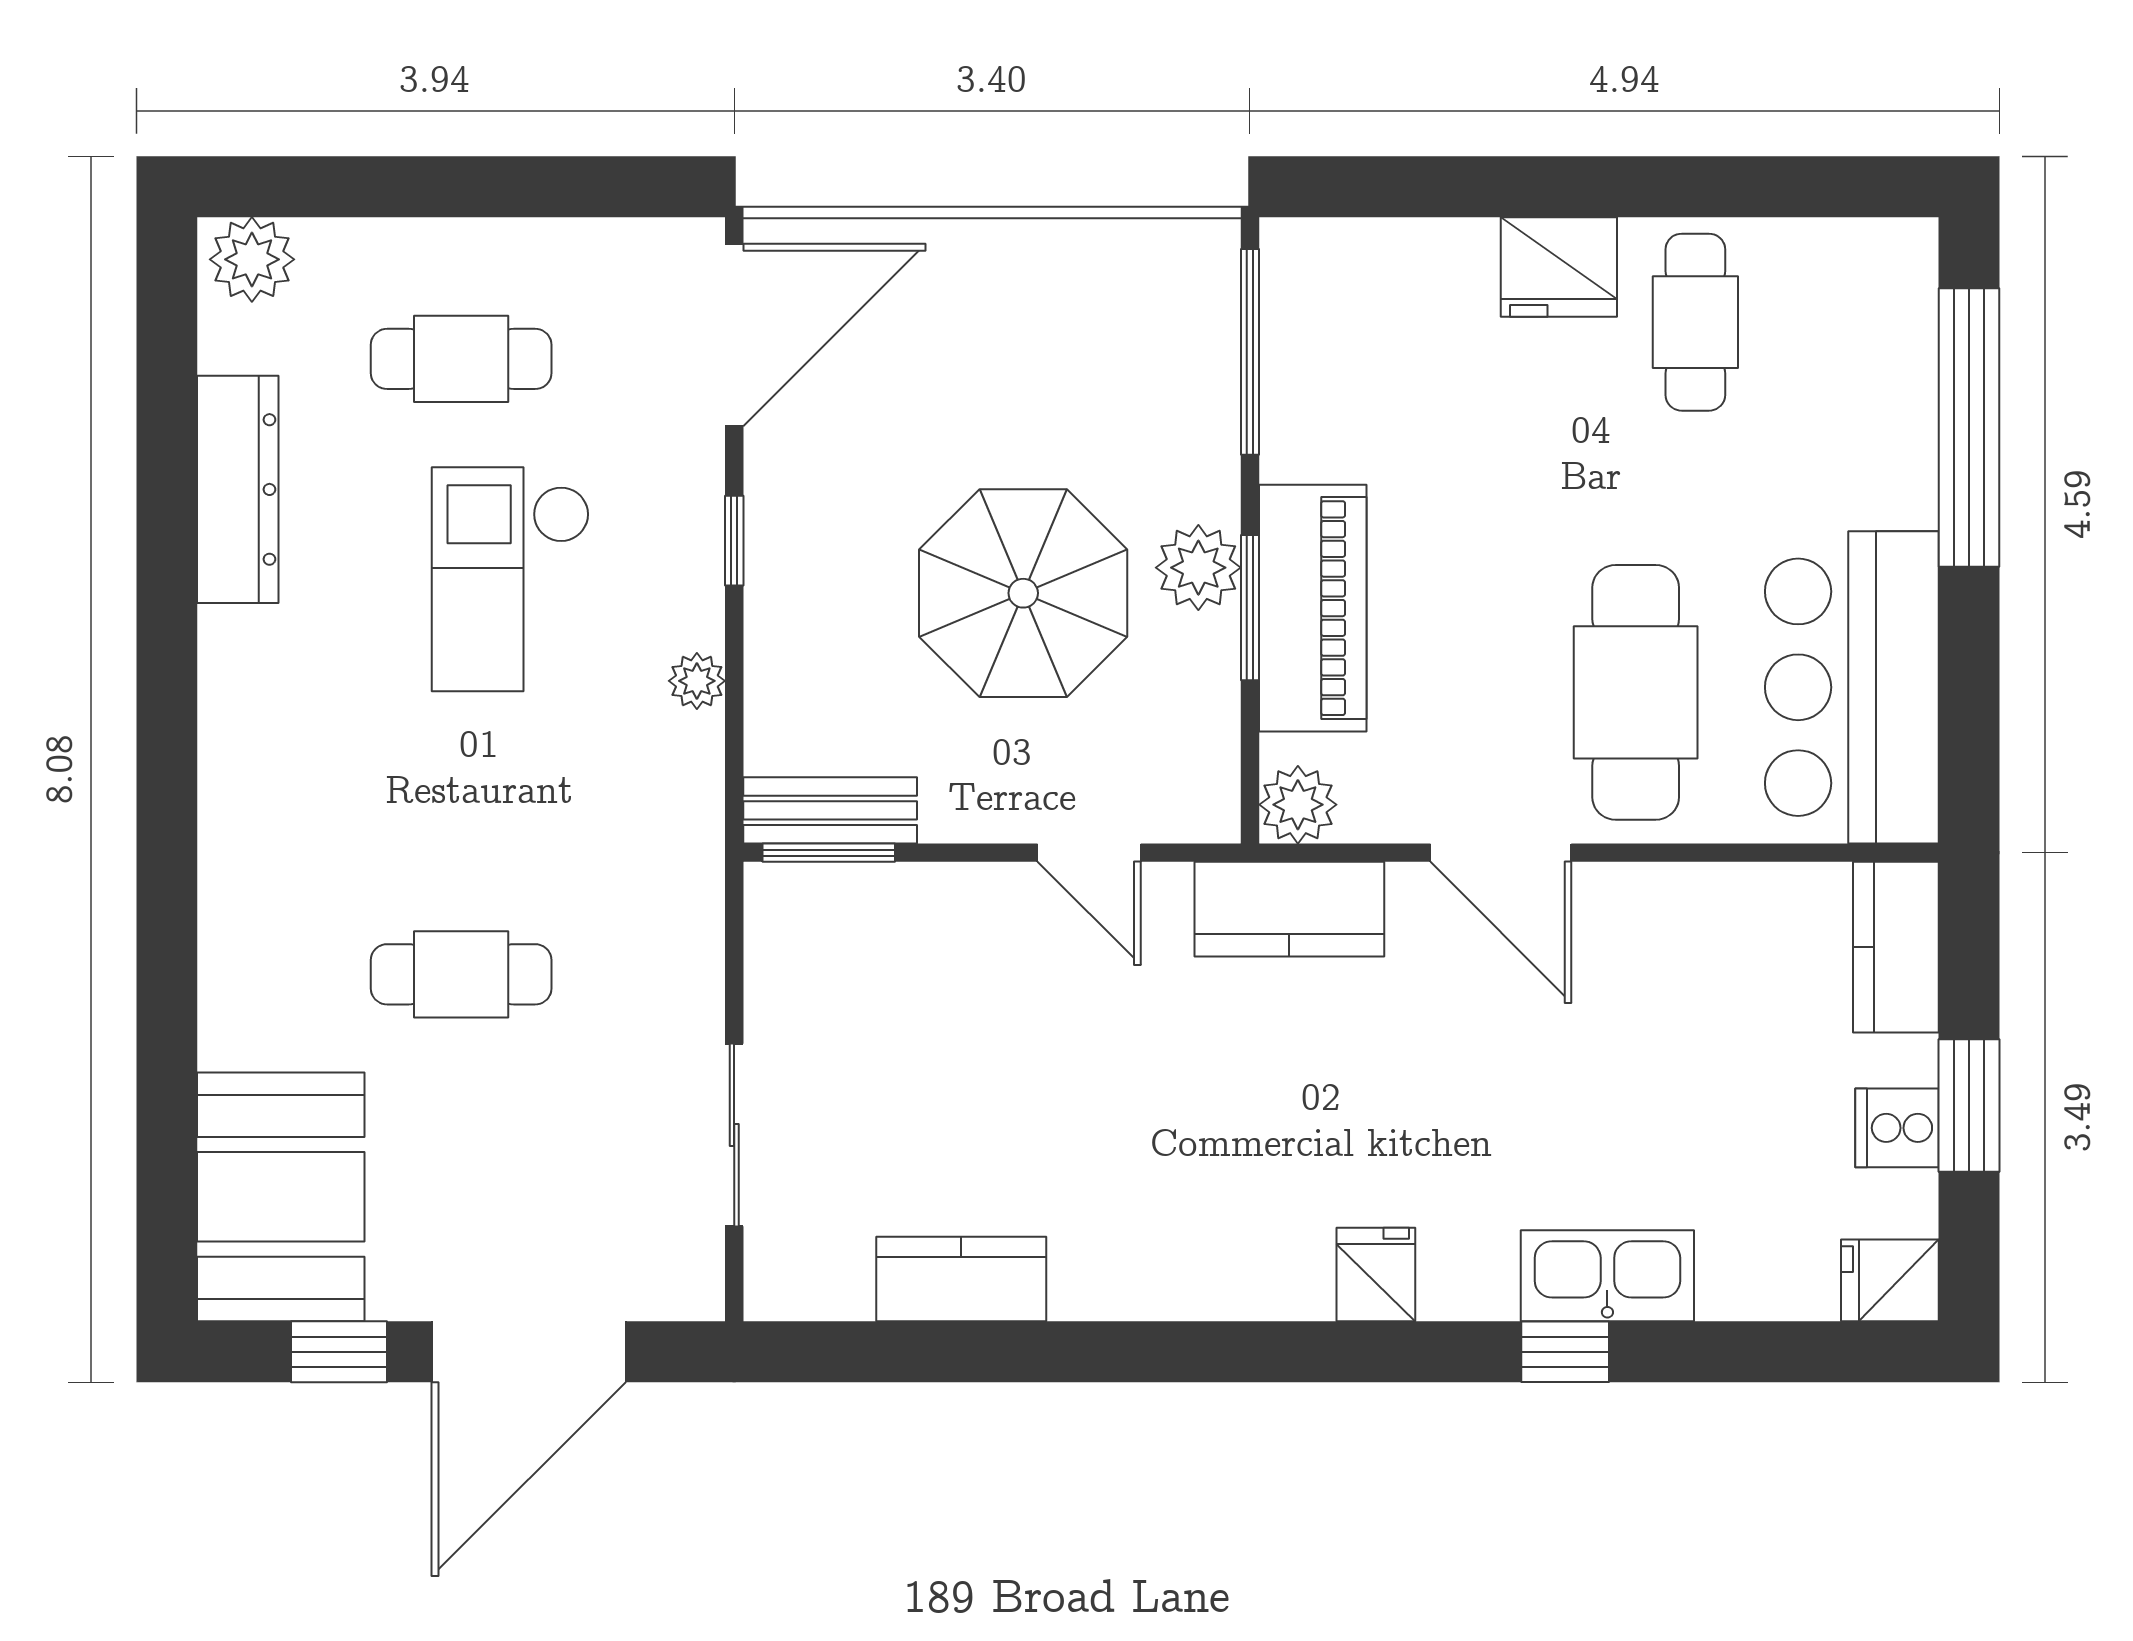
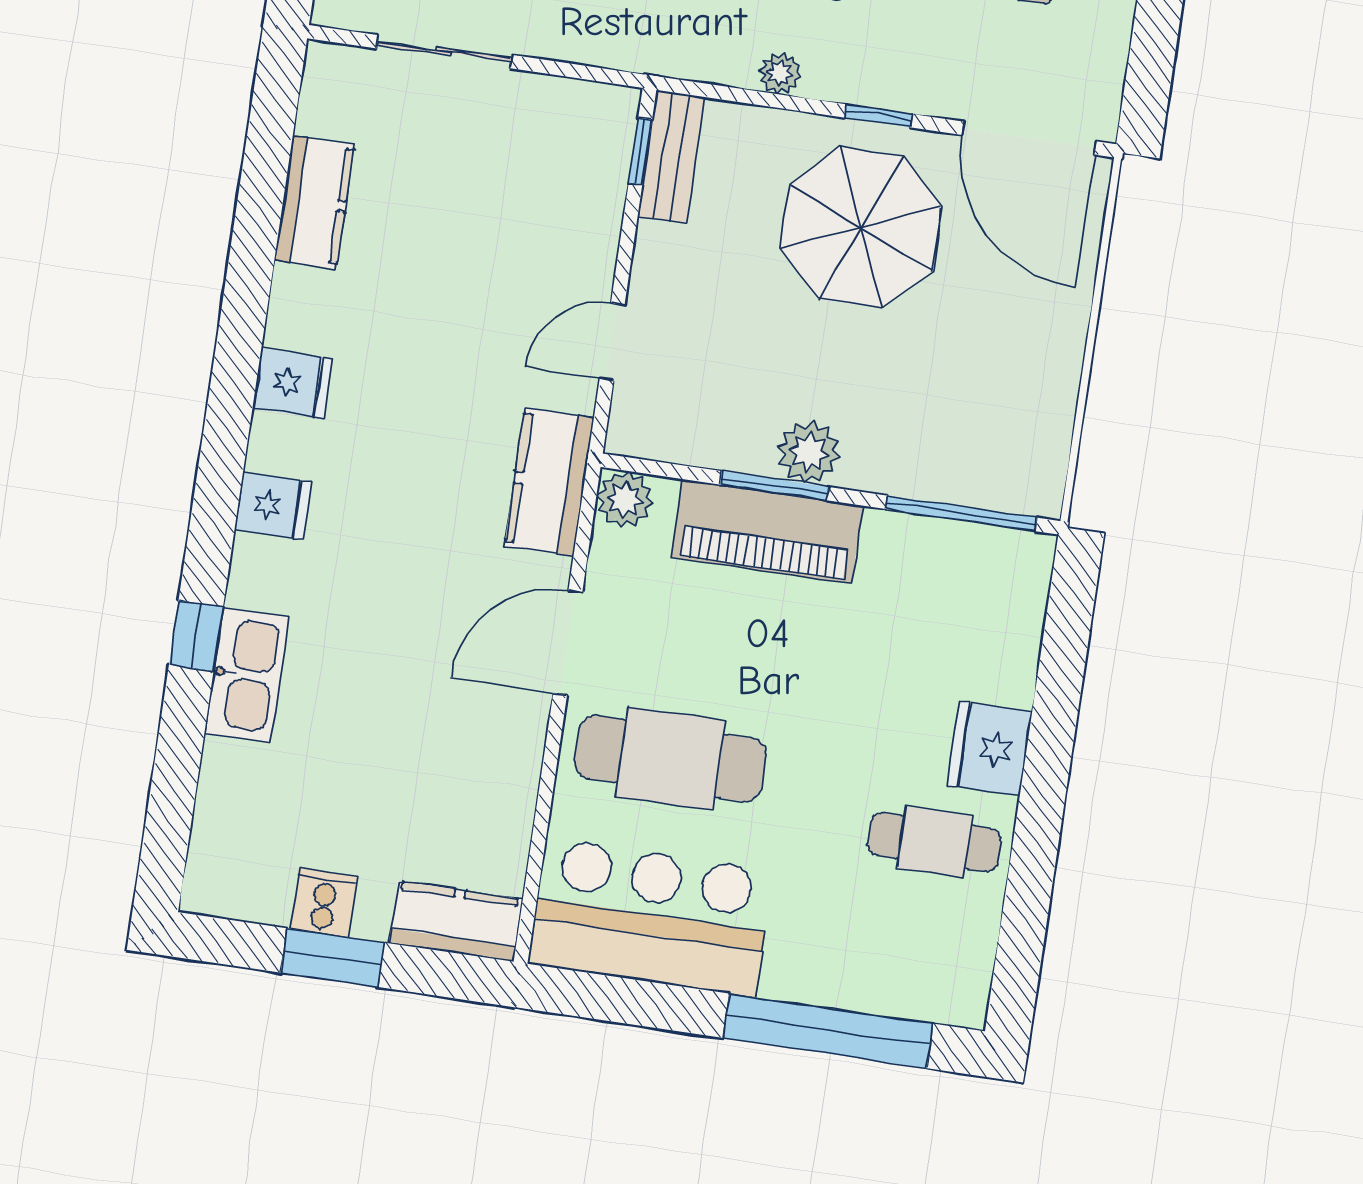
parasol: (1023, 593) -> (861, 227), moved
window: (829, 853) -> (640, 151), width x0.67
fridge: (1890, 1280) -> (292, 383), moved, turned 90

